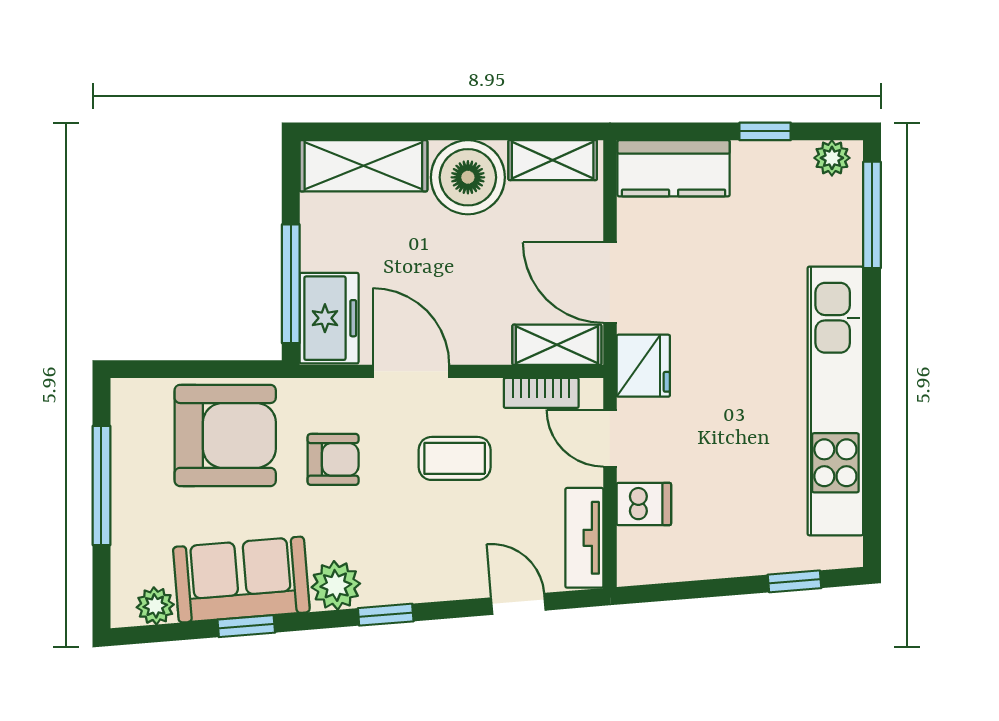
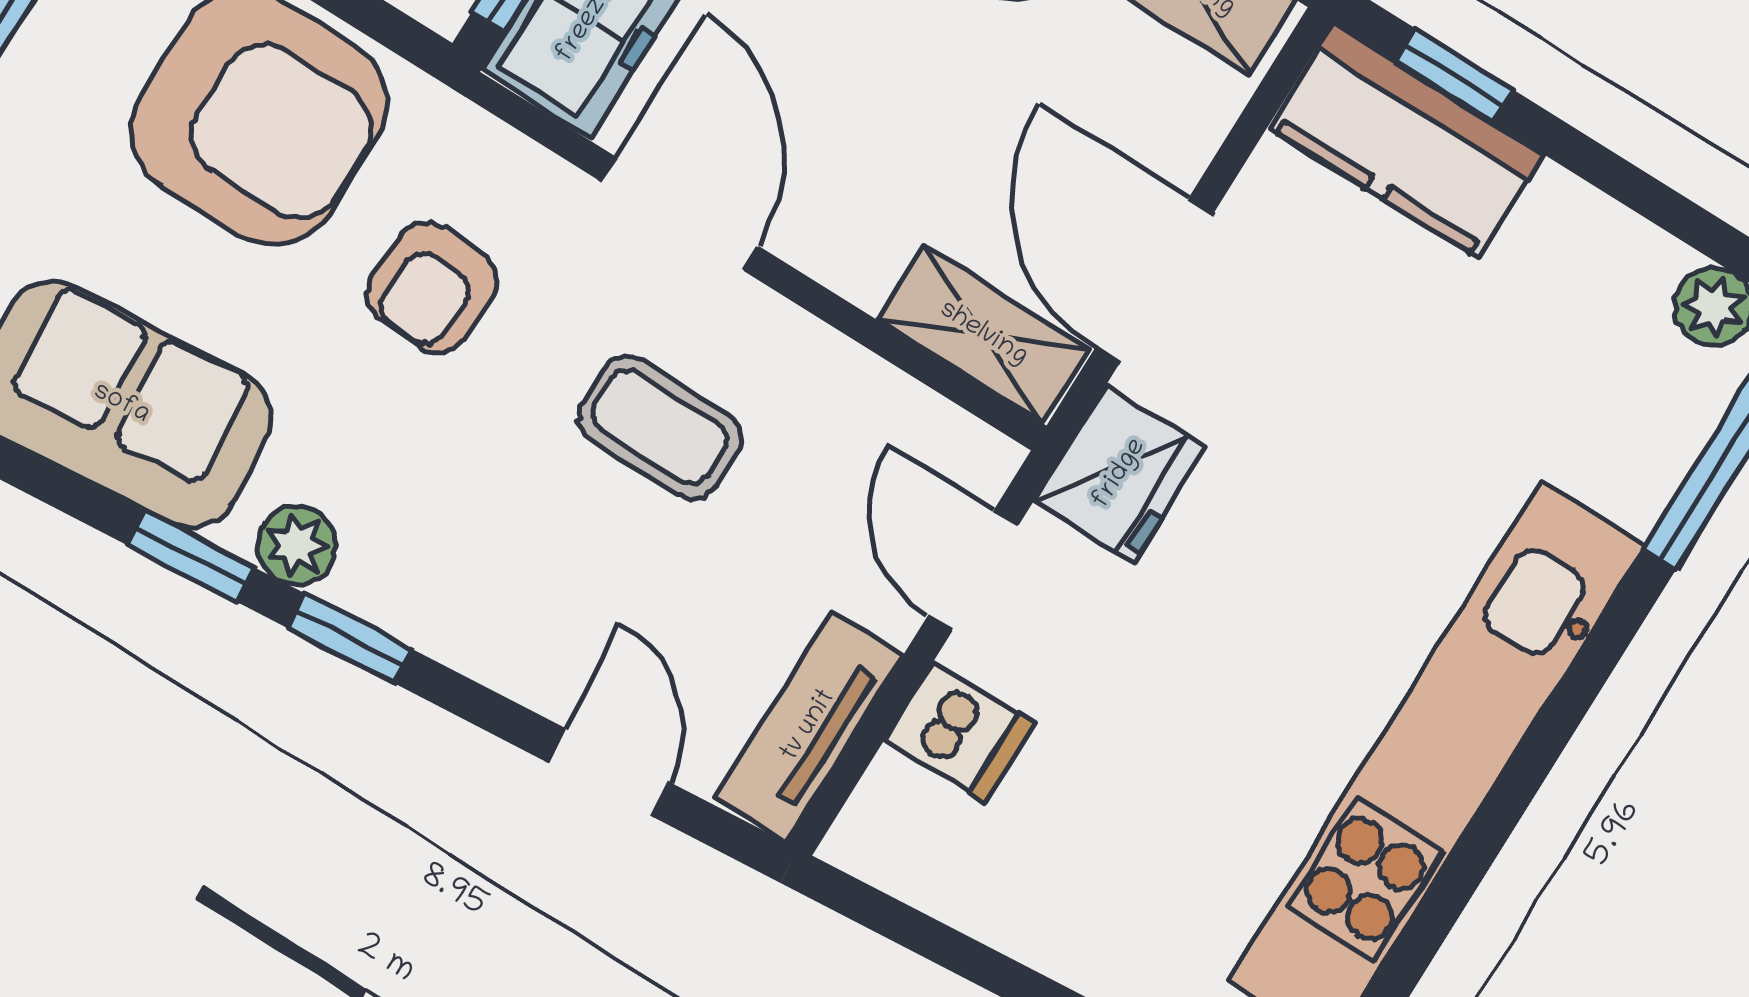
window: (765, 131) -> (1454, 76), moved
bookcase: (541, 393) -> (898, 406), removed
armchair: (333, 459) -> (432, 287), turned 93
plant: (336, 585) -> (297, 545), width x0.73, depth x0.73
window: (246, 626) -> (191, 557), moved

